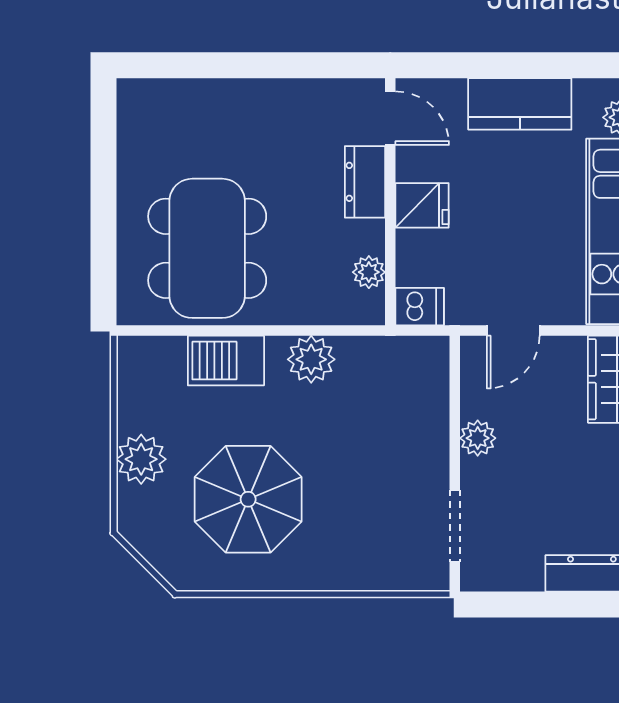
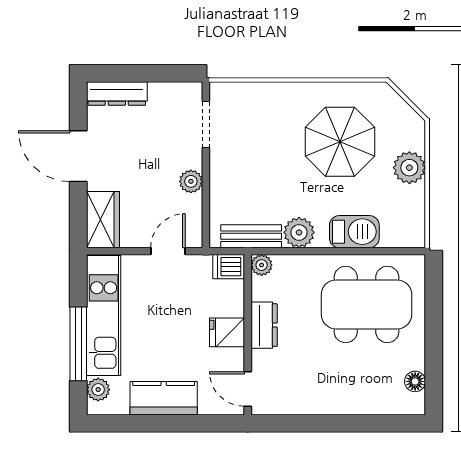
floor lamp: (132, 130) -> (415, 381), added
dresser: (365, 182) -> (264, 325), moved
dining table: (207, 248) -> (367, 304), turned 90
plant: (369, 272) -> (262, 265), moved
bench: (385, 353) -> (251, 236), added

